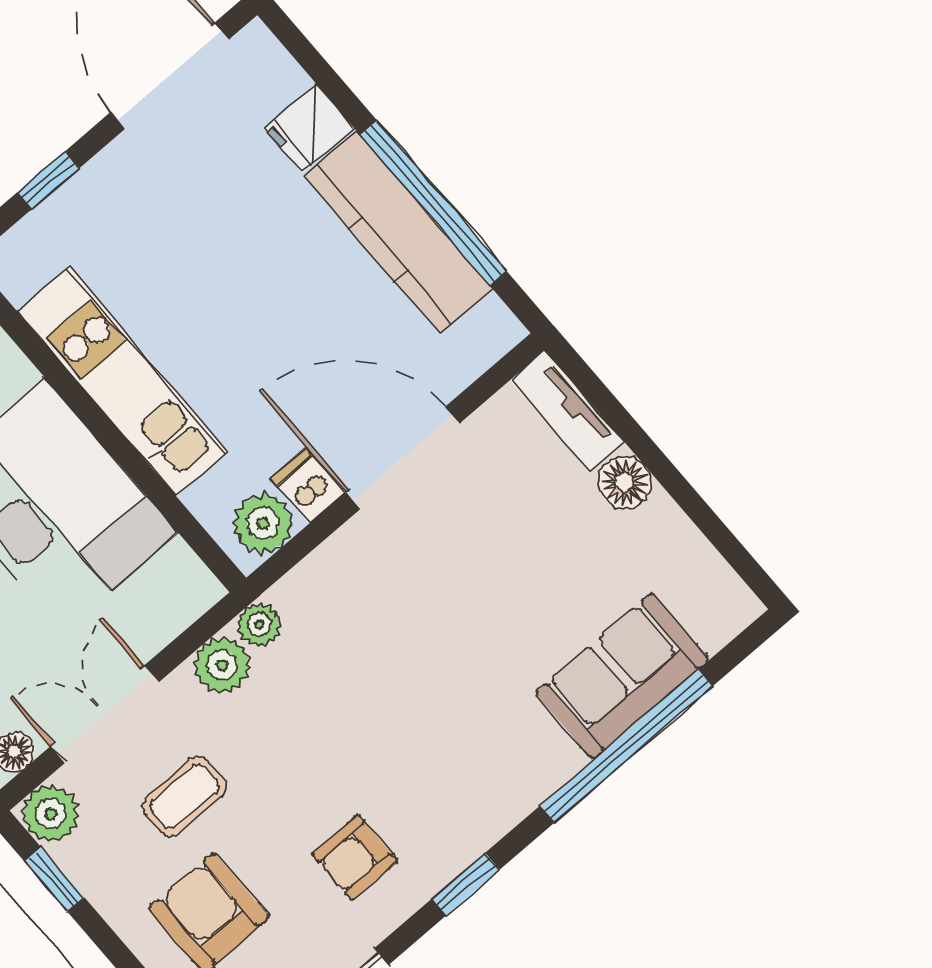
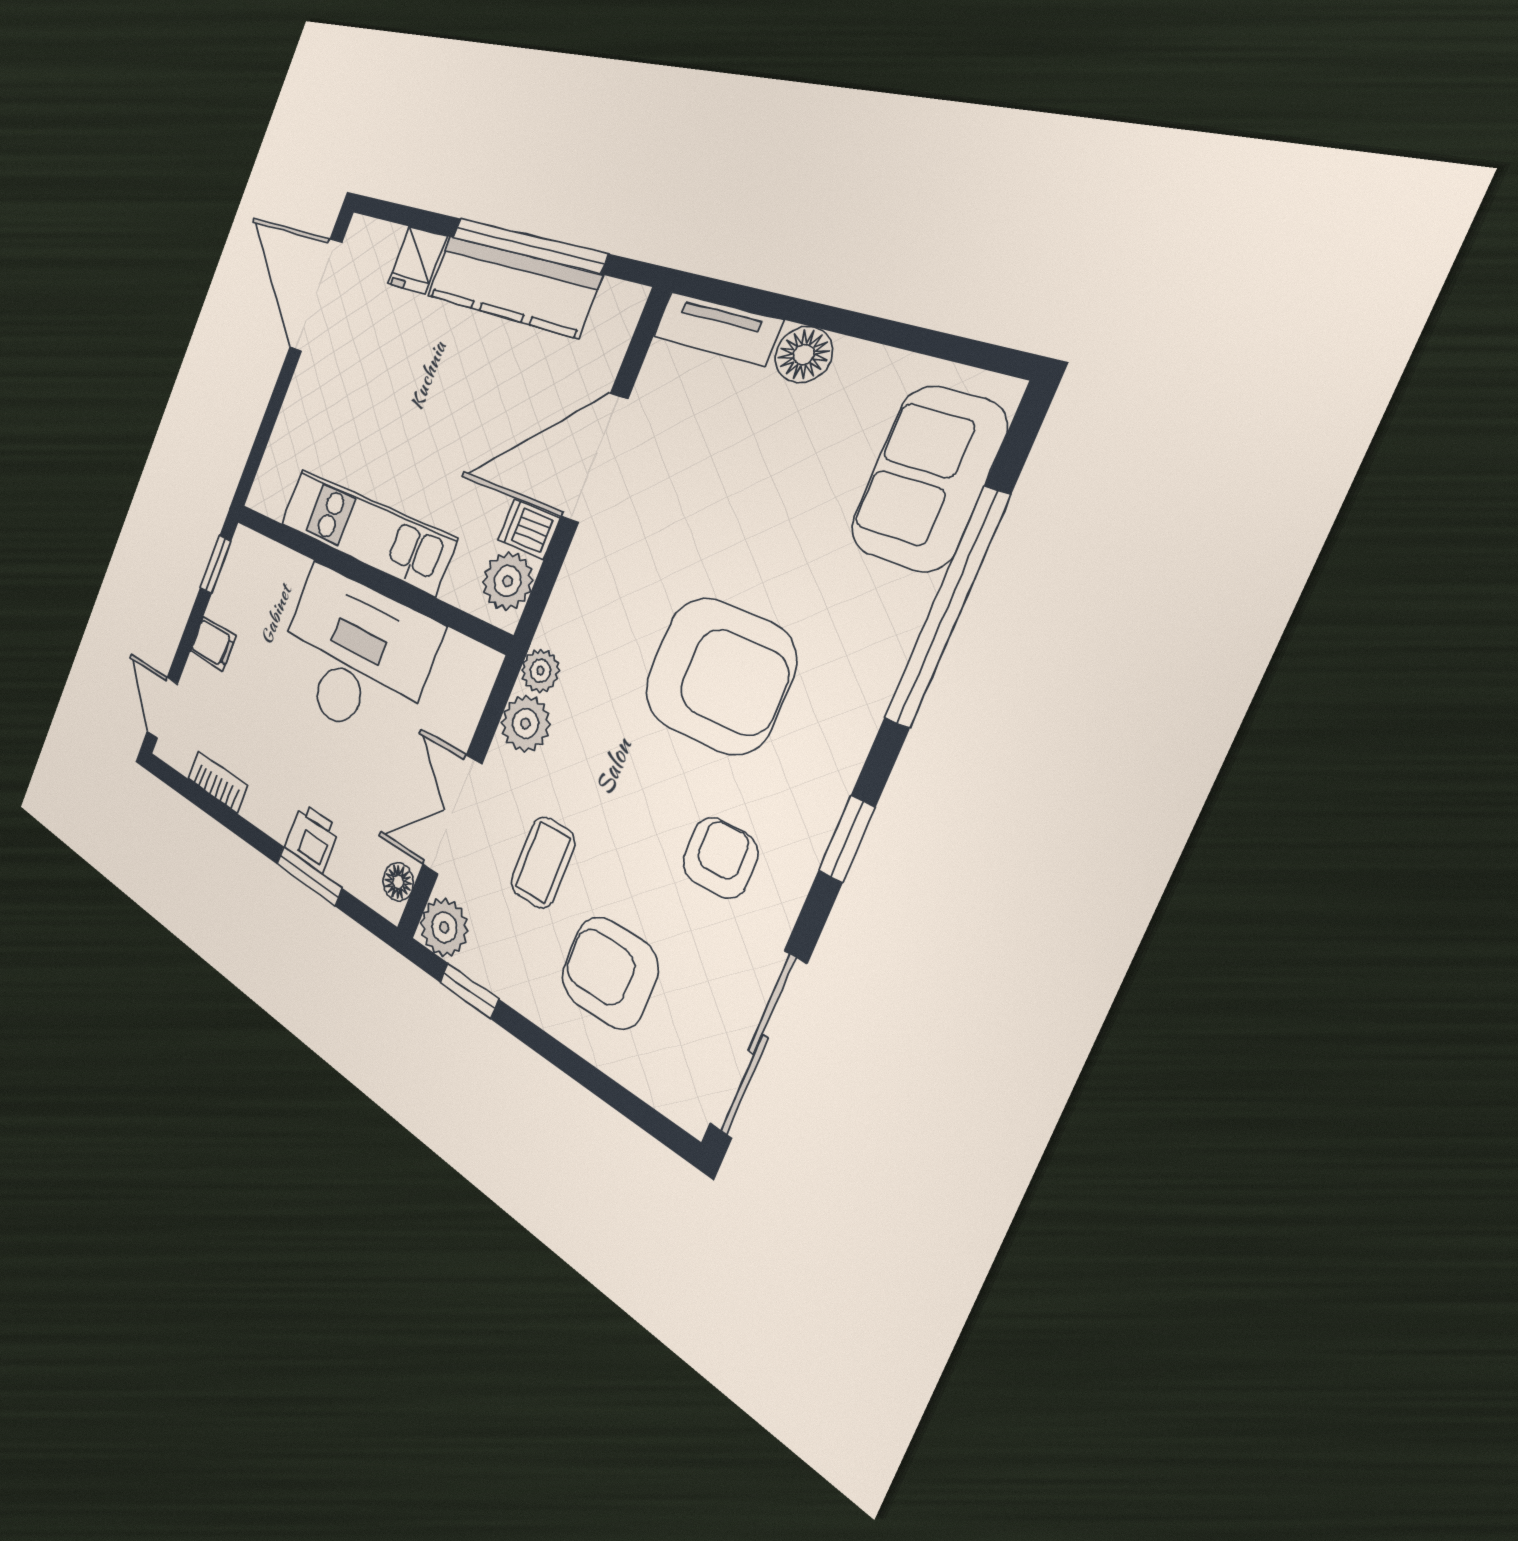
window: (48, 180) -> (270, 419), removed
sofa: (622, 676) -> (928, 478), moved
armchair: (425, 710) -> (719, 675), added
armchair: (355, 858) -> (720, 858), turned 180

